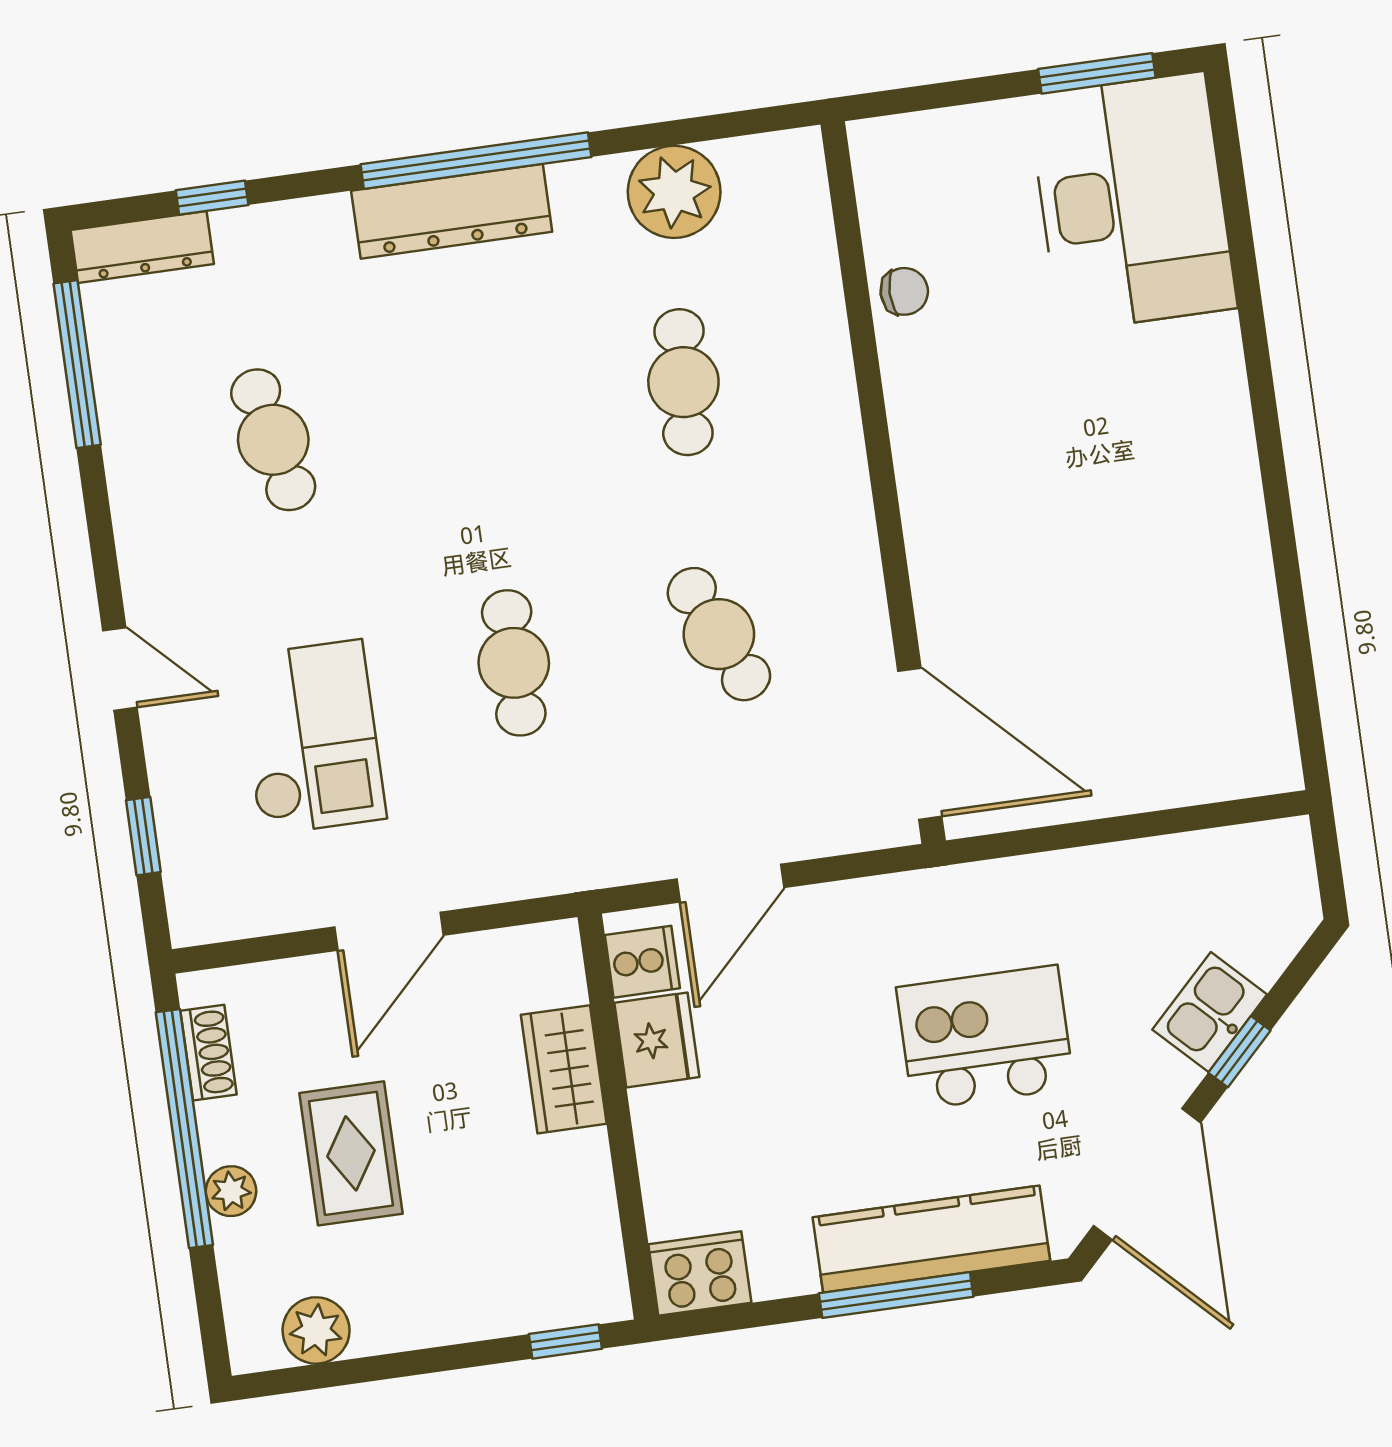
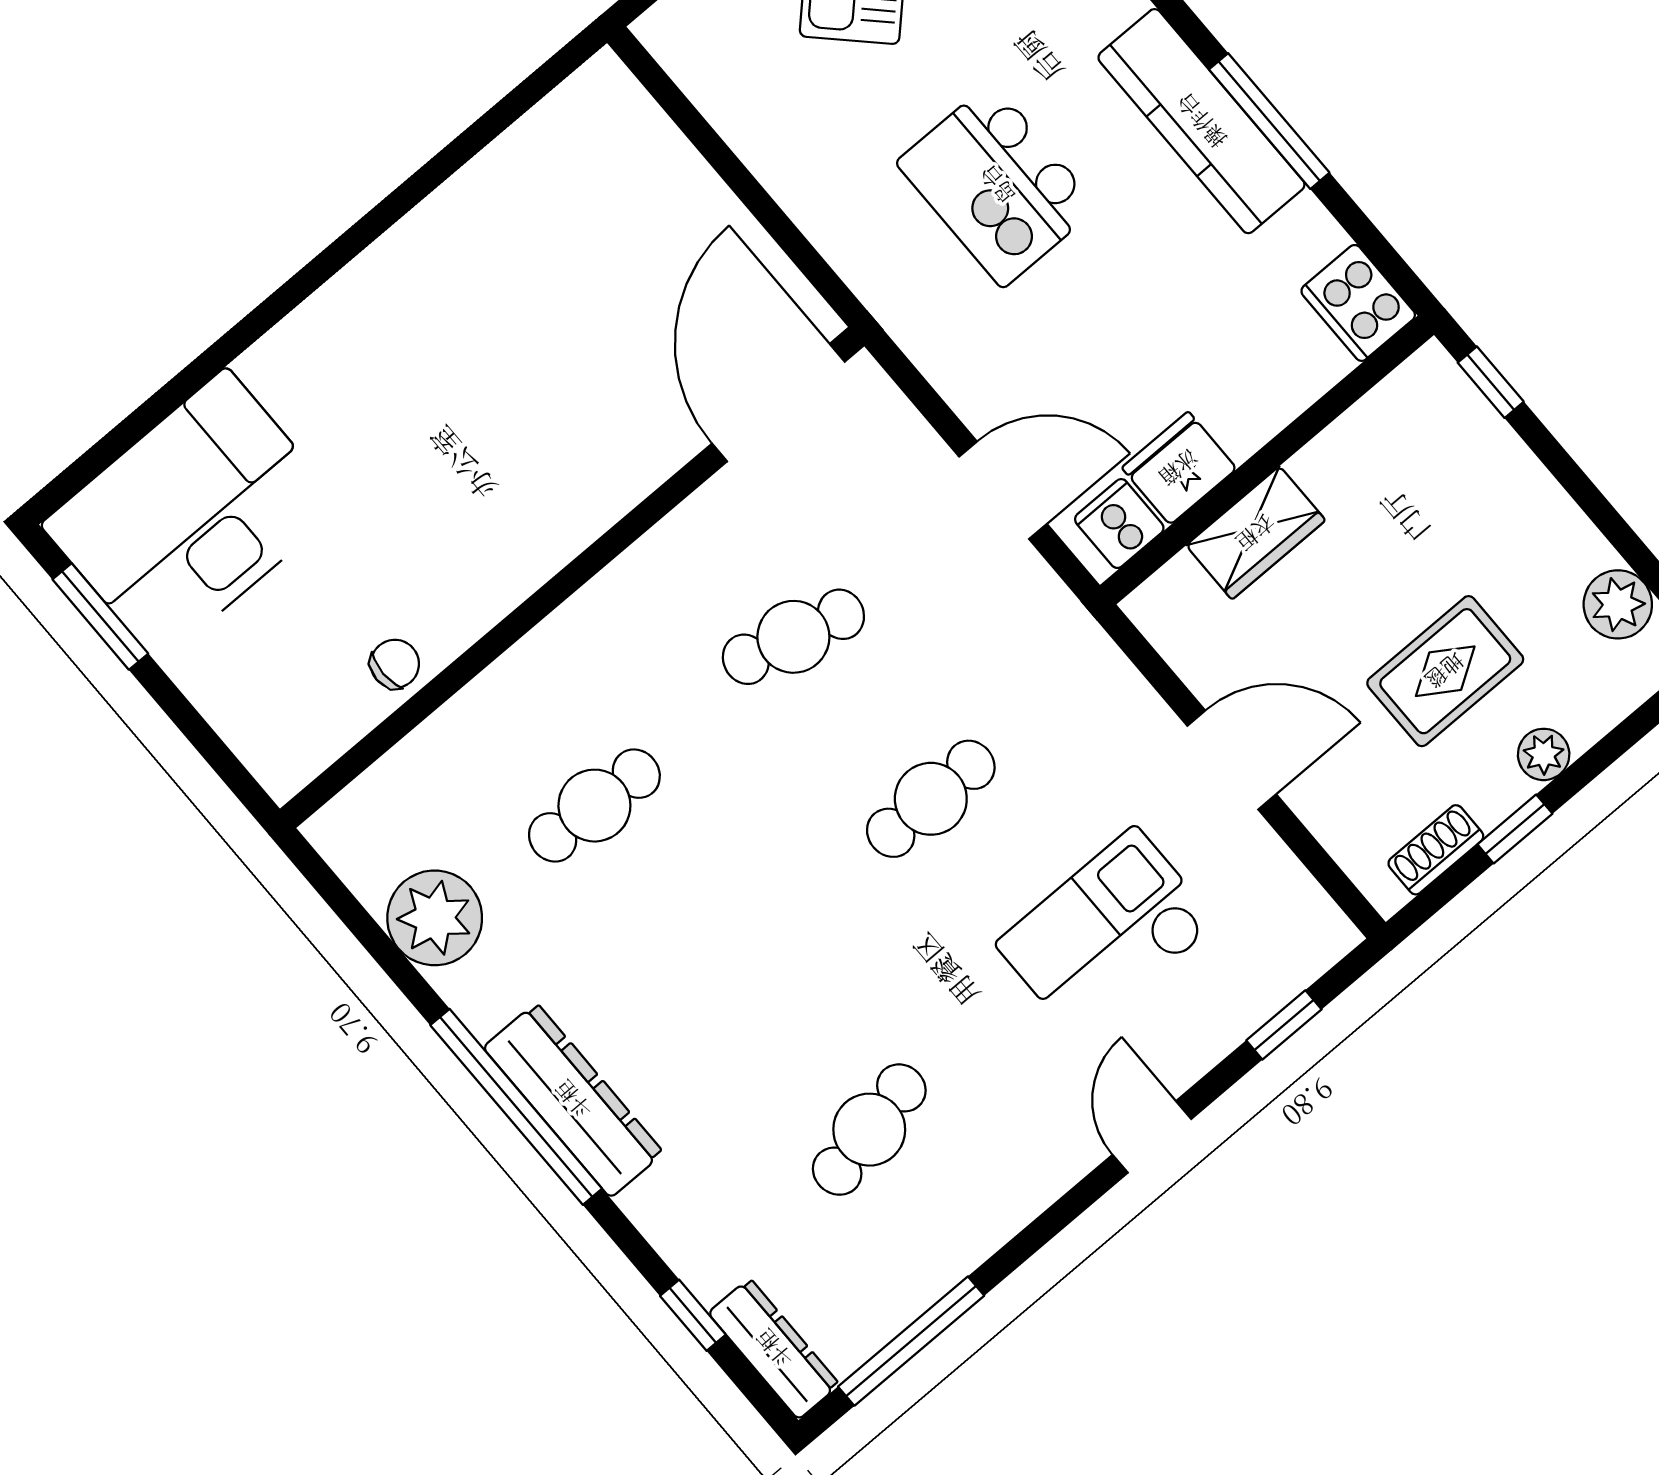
chair: (904, 291) -> (395, 664), turned 90
cafe table: (719, 634) -> (793, 637), turned 39
window: (184, 1129) -> (1515, 829), width x0.32

